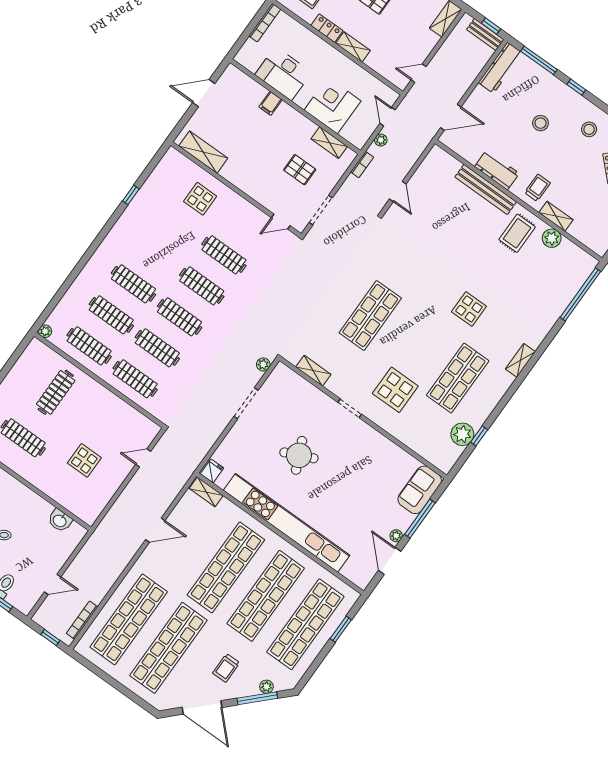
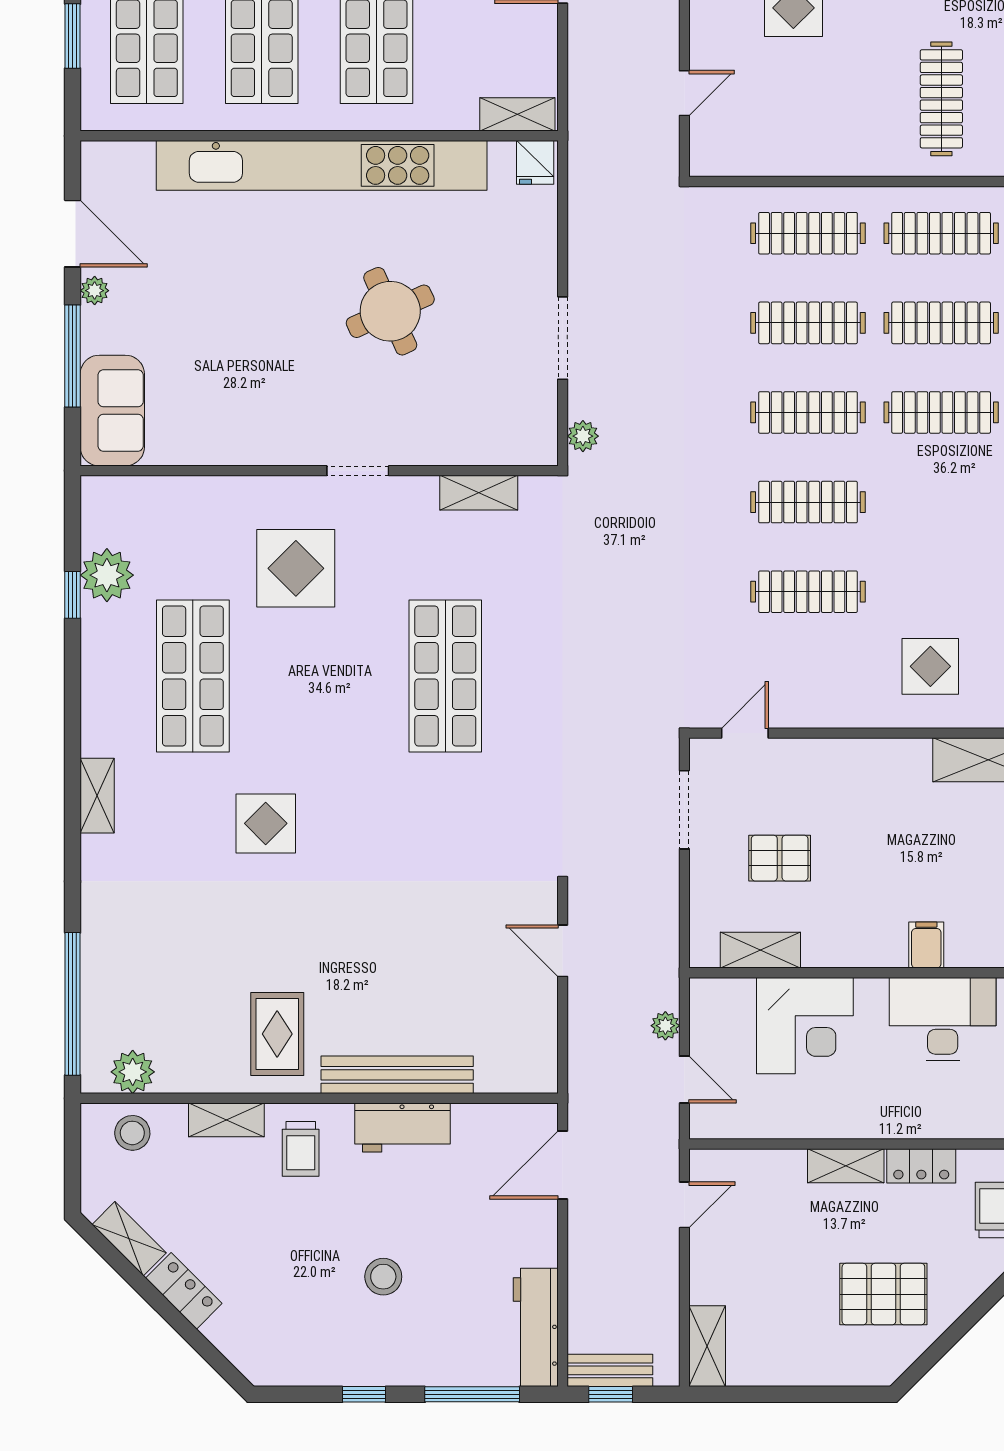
stool: (589, 129) -> (132, 1133), moved
bookcase: (362, 165) -> (668, 953), removed
plant: (552, 238) -> (133, 1072), moved

